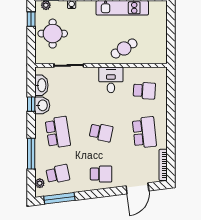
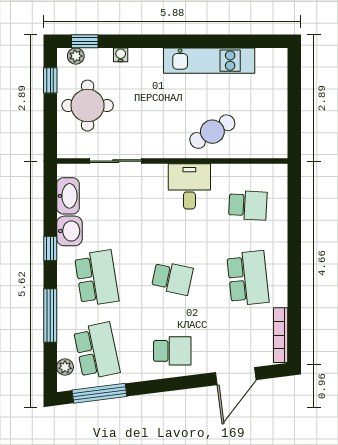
window: (31, 104) -> (50, 248), moved
school desk: (58, 174) -> (97, 351), width x1.85

